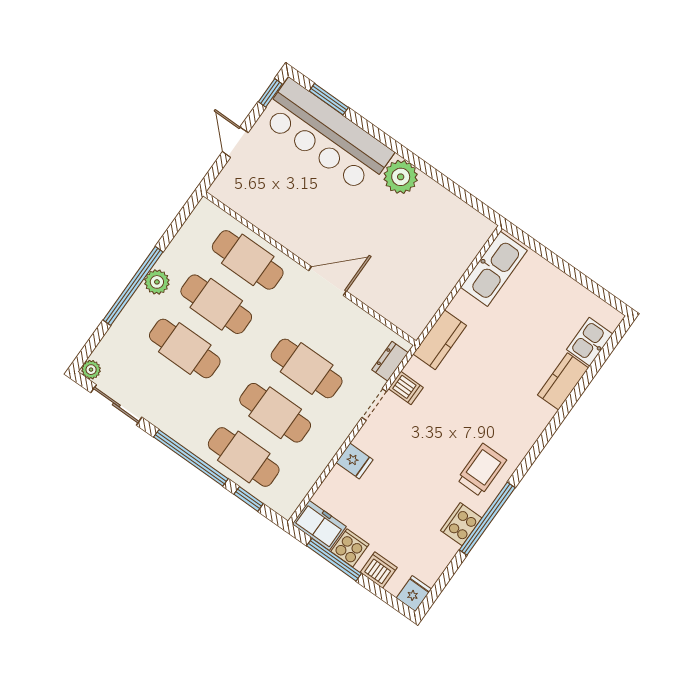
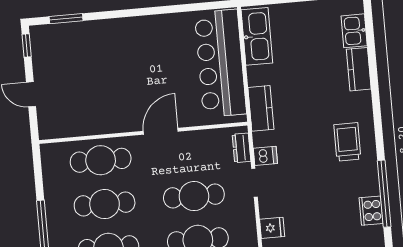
bar counter: (327, 136) -> (220, 63), moved, turned 90
plant: (401, 177) -> (151, 29), removed
plant: (157, 282) -> (56, 222), removed
trolley: (482, 470) -> (347, 142), moved

